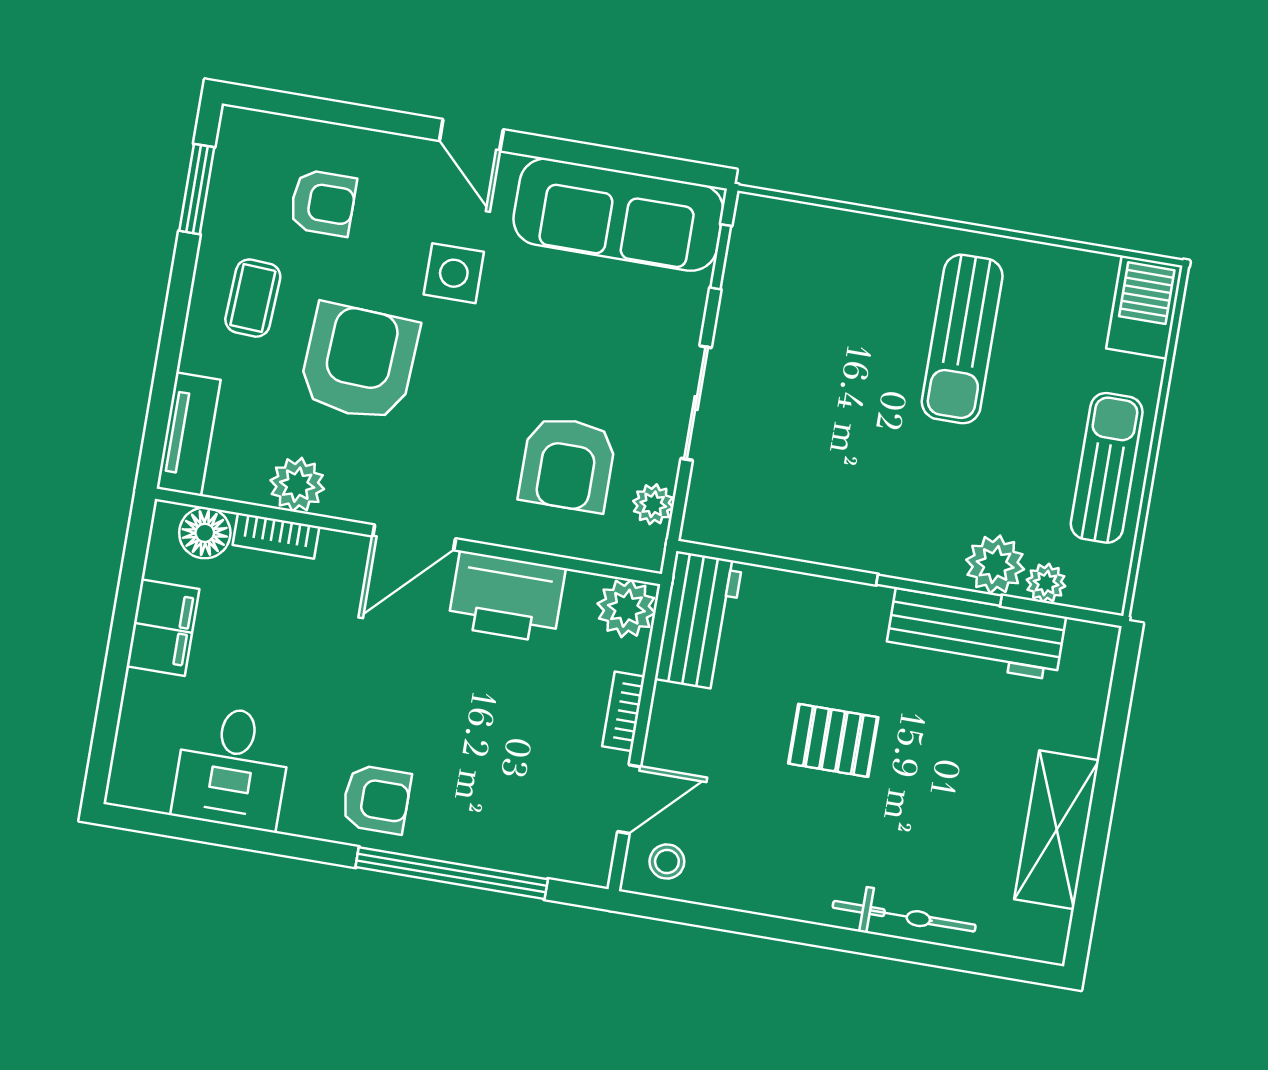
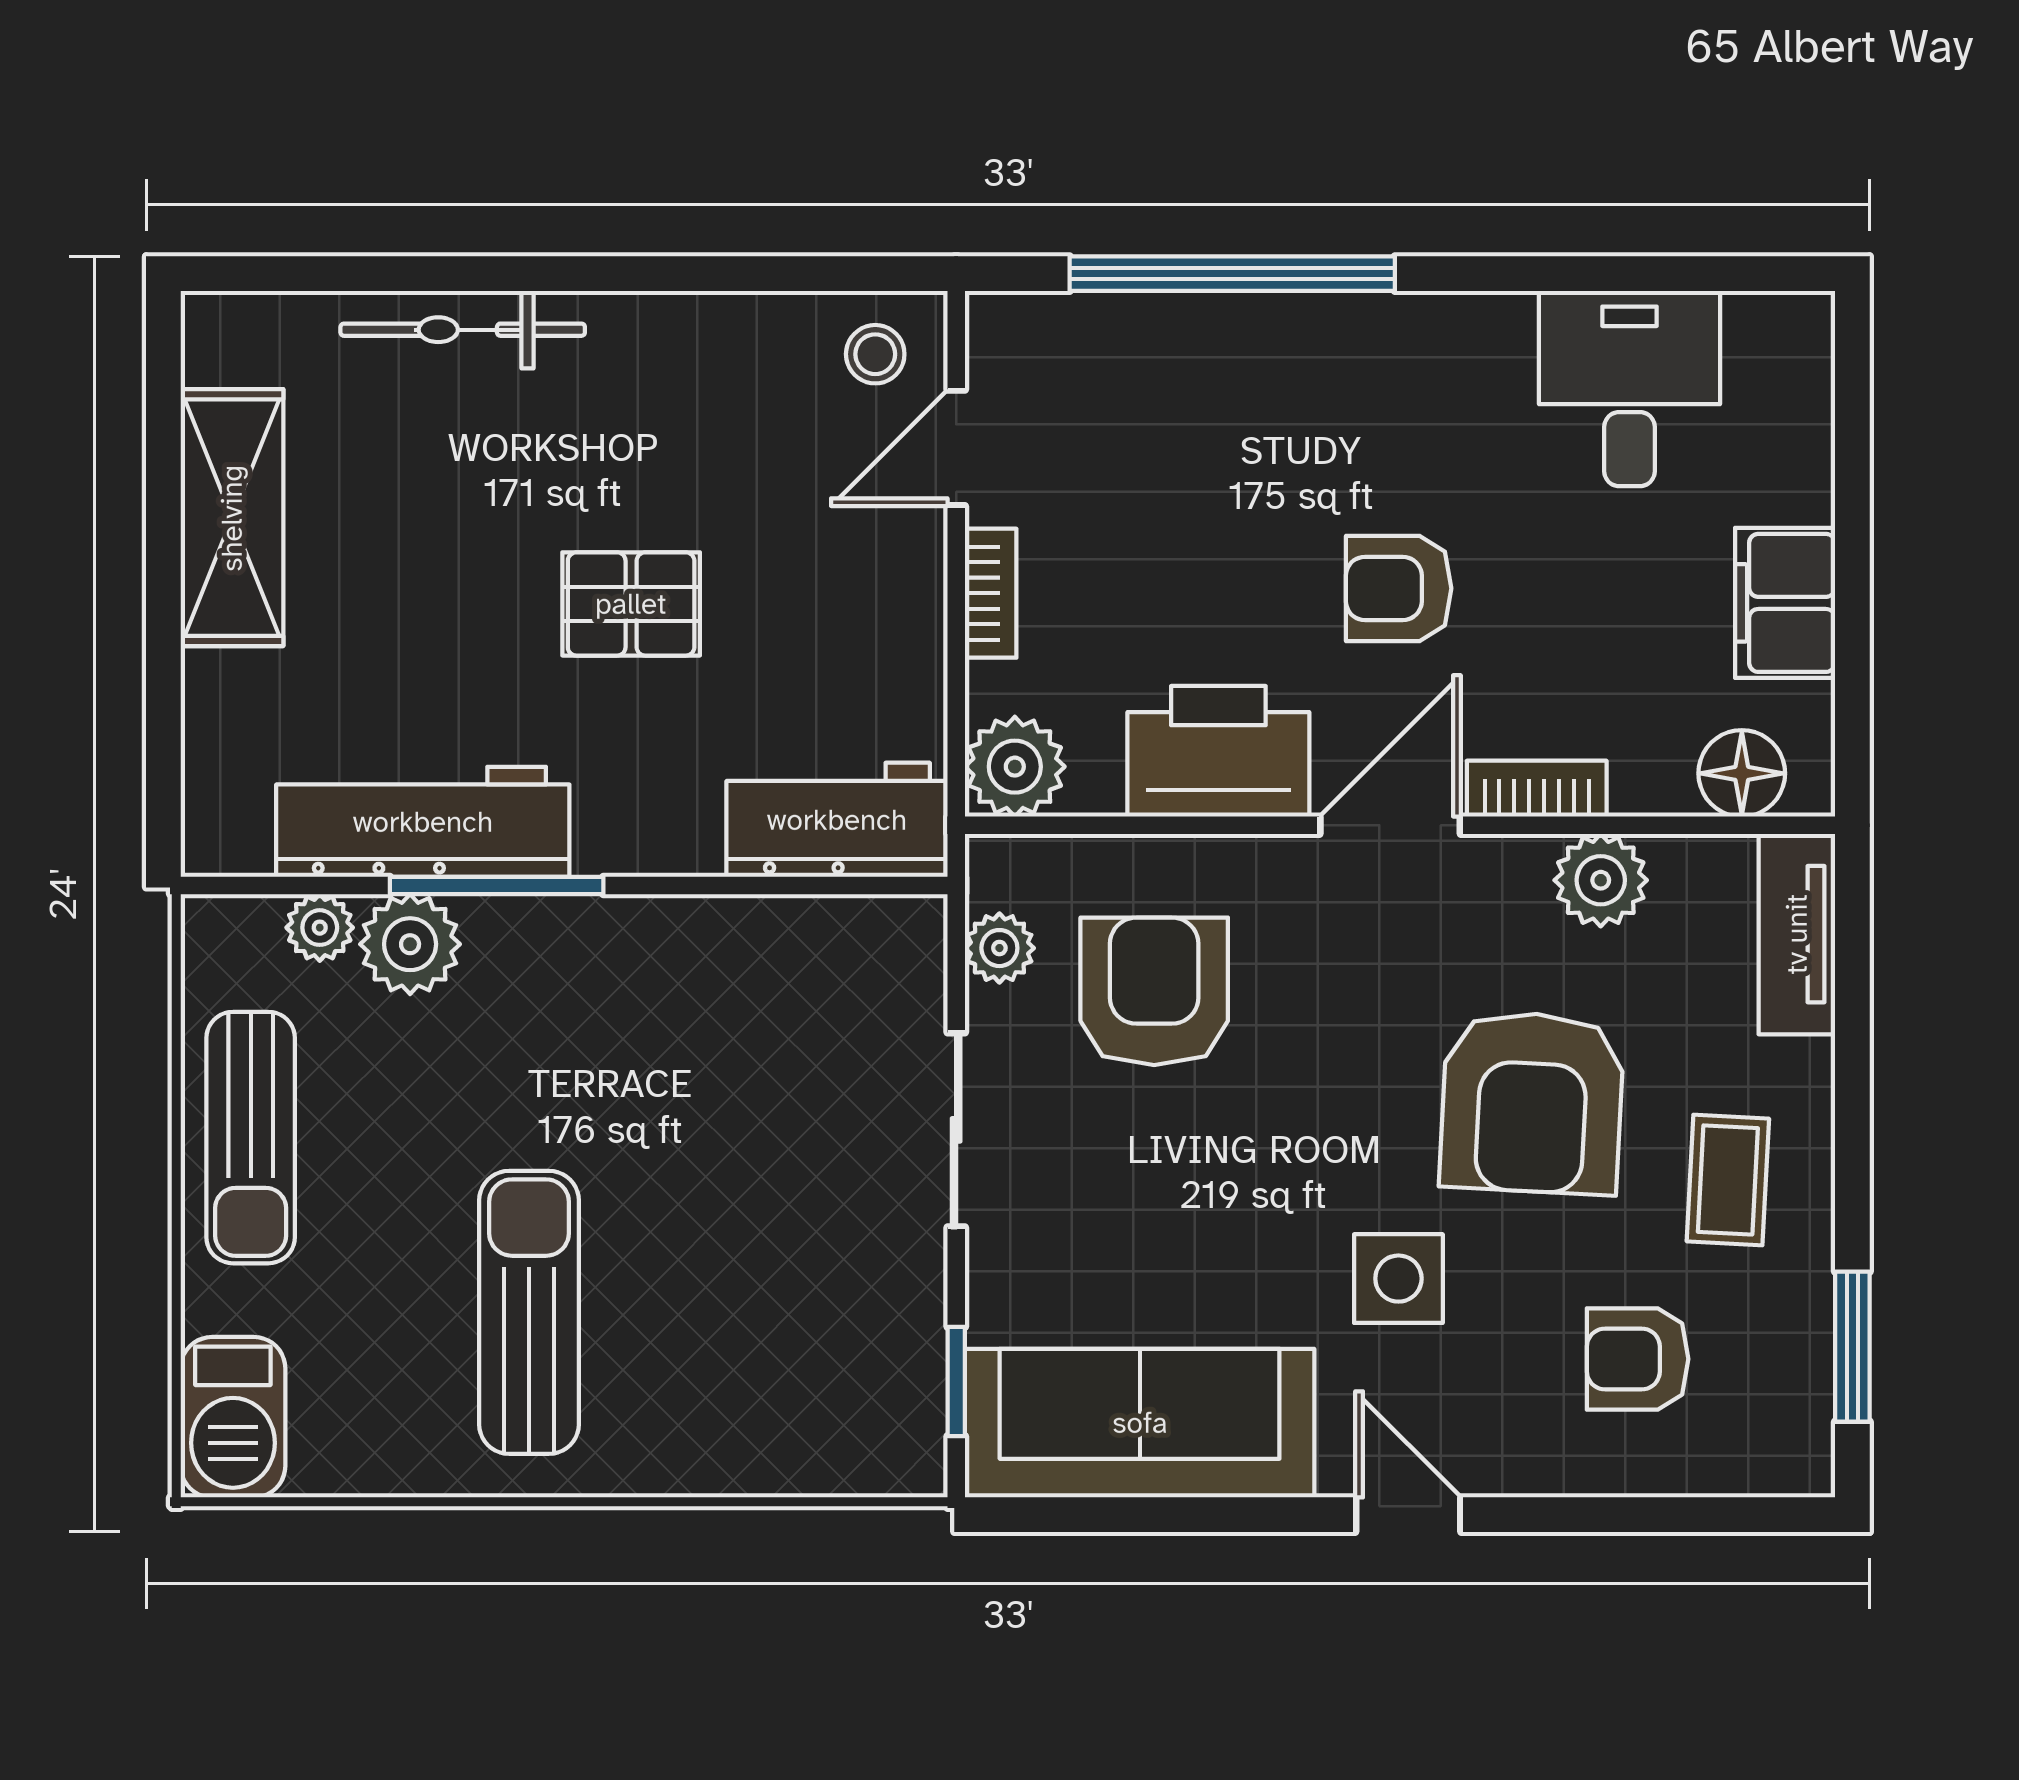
bookcase: (276, 536) -> (1537, 789), moved
workbench: (699, 621) -> (837, 820), moved, turned 90
armchair: (376, 799) -> (1399, 588), moved

